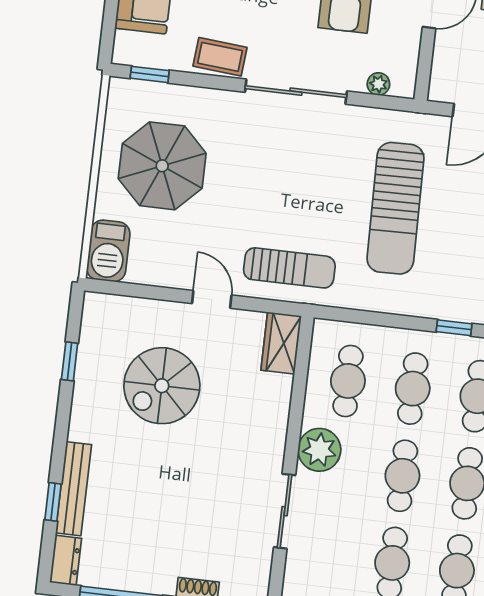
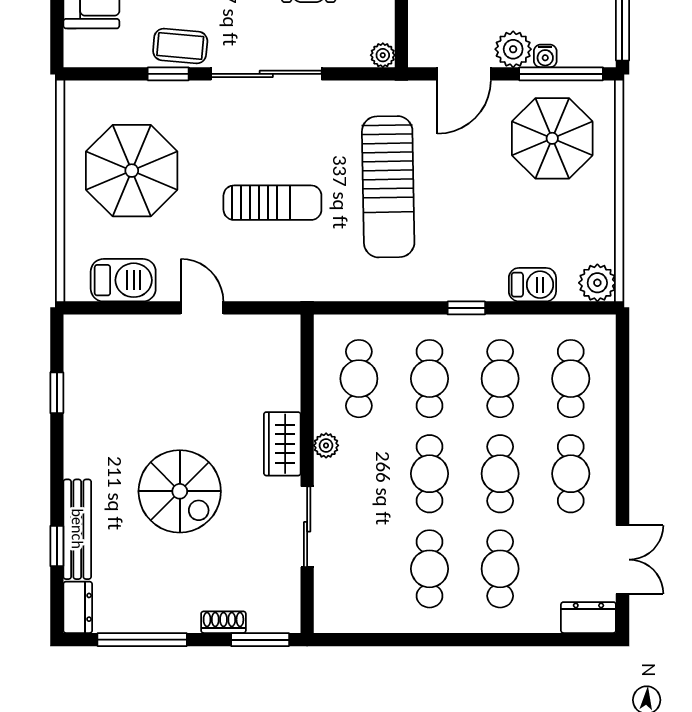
window: (150, 74) -> (168, 74), moved
plant: (378, 84) -> (383, 55), moved
barbecue: (108, 251) -> (123, 280), moved, turned -90
sun lounger: (289, 268) -> (272, 203), moved
wardrobe: (281, 343) -> (282, 444), moved
spiral stairs: (162, 386) -> (180, 491), moved, turned -90
plant: (319, 450) -> (326, 445), width x0.53, depth x0.53

